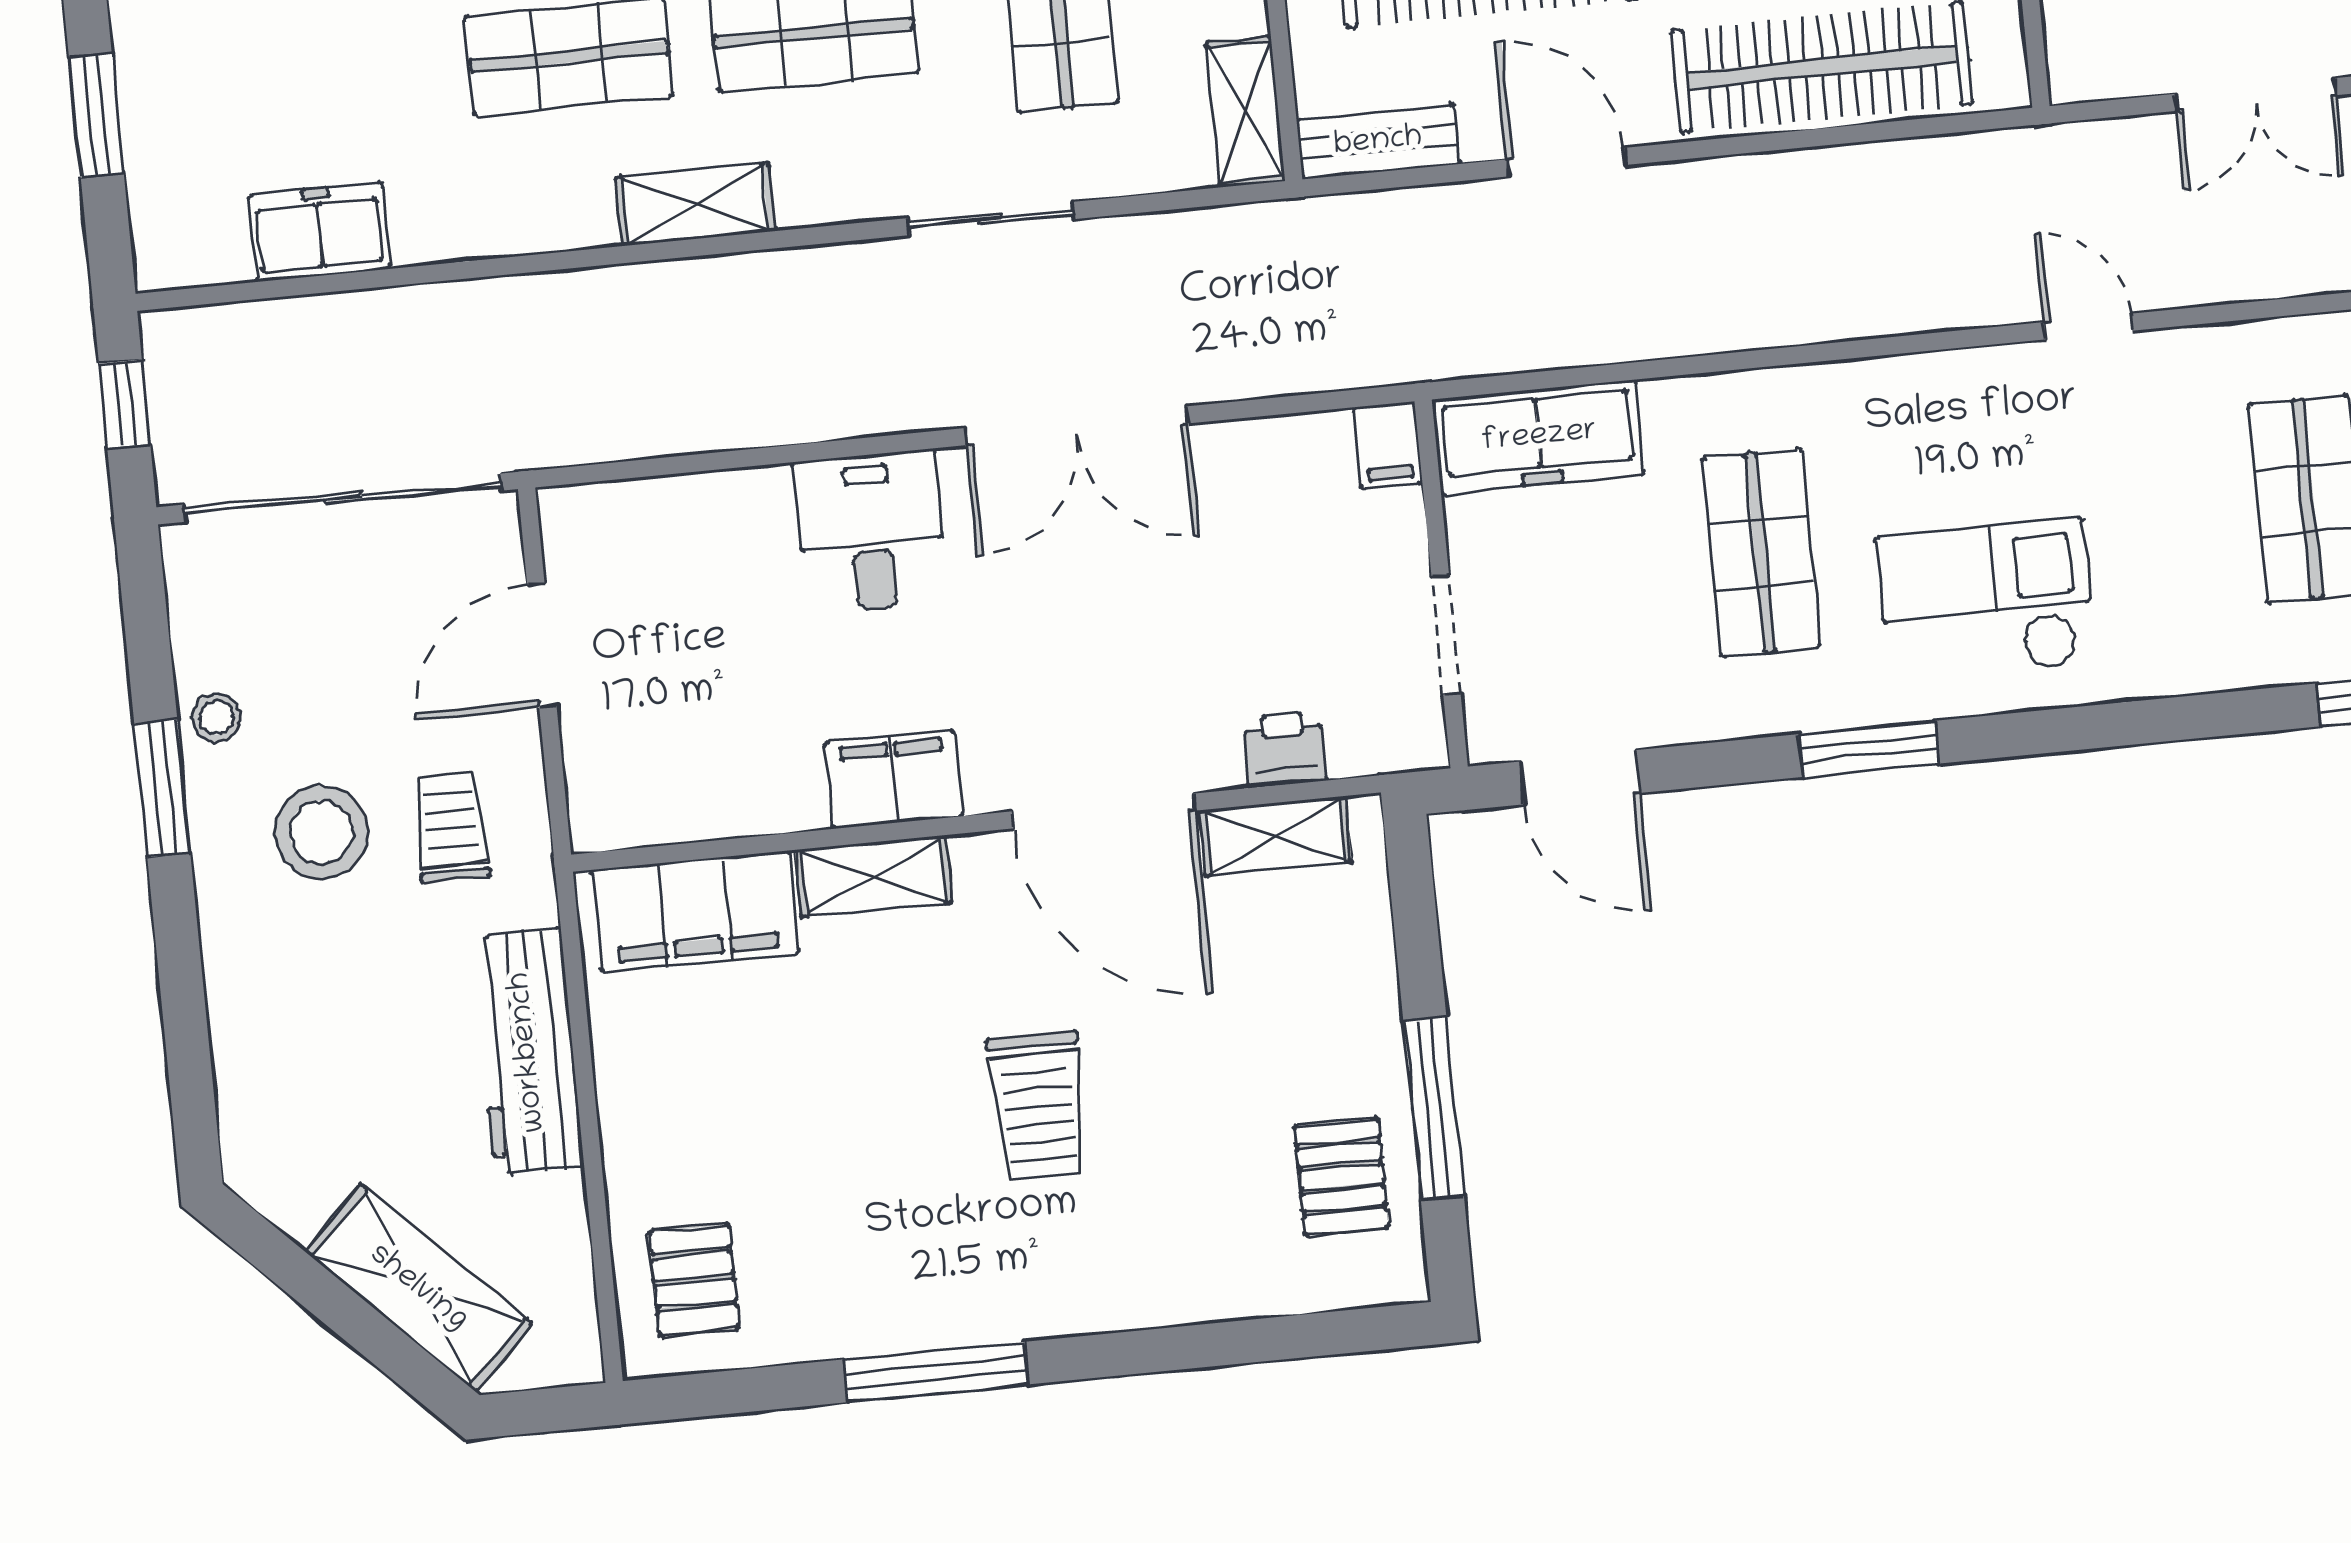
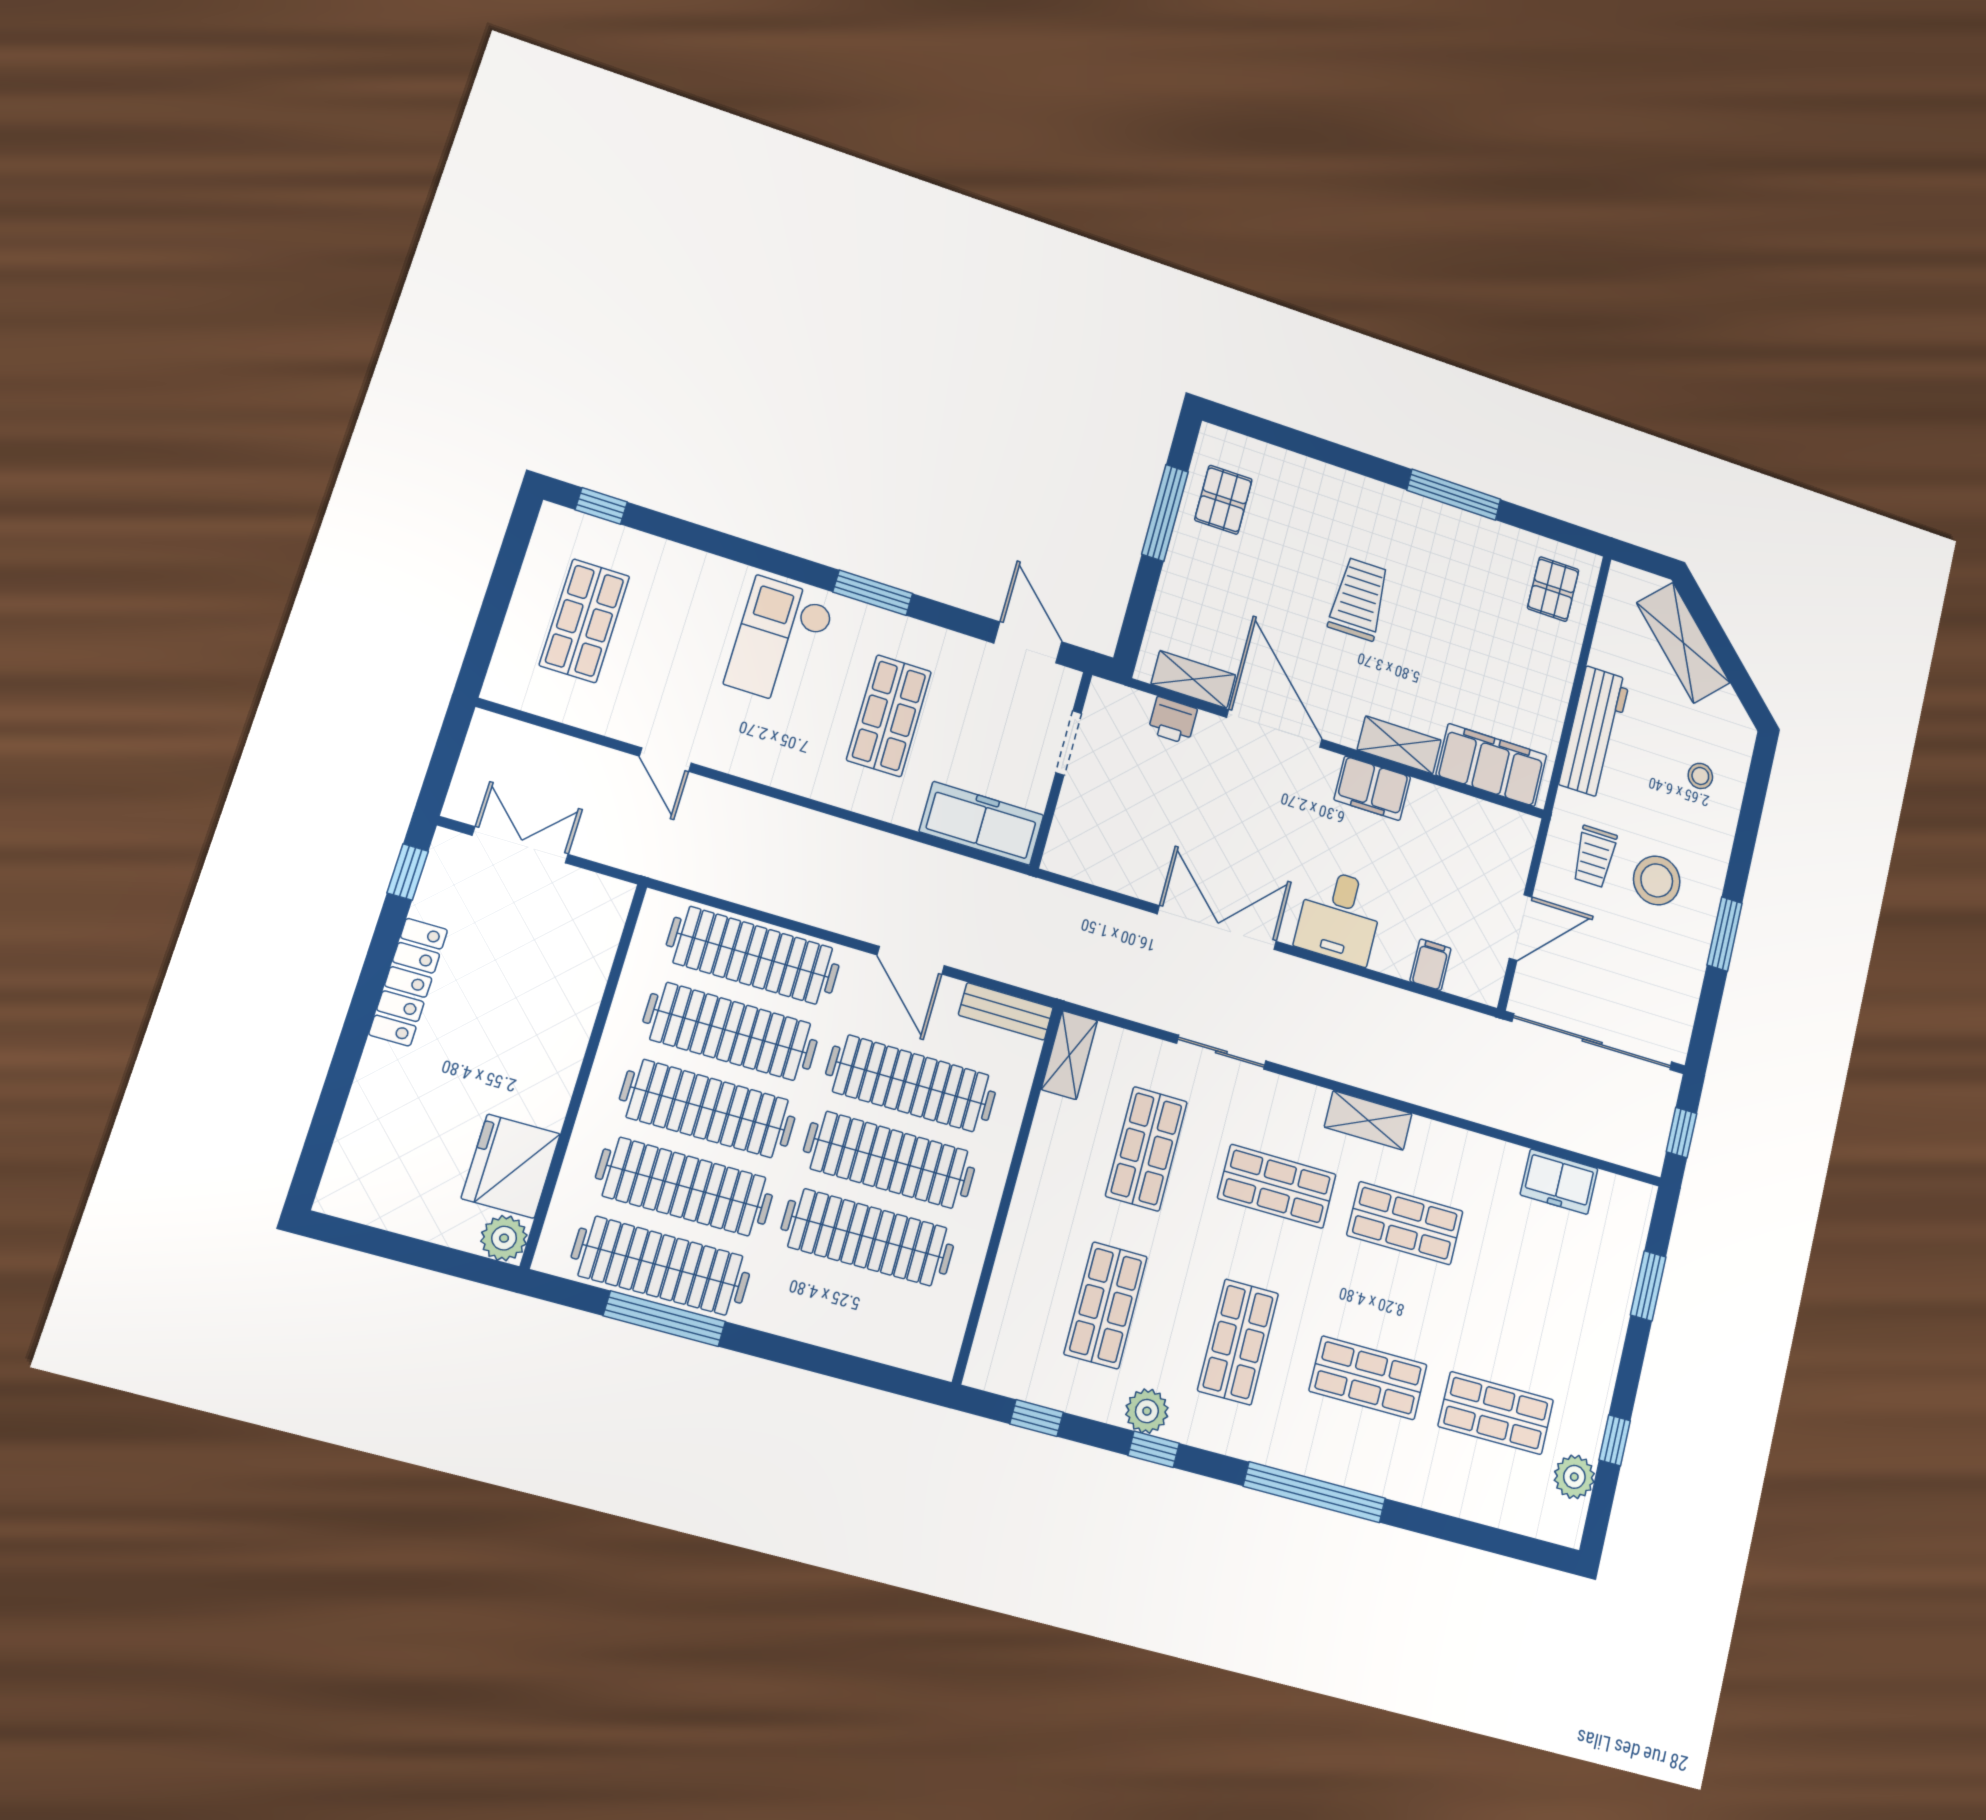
filing cabinet: (1388, 445) -> (1430, 965), moved
checkout: (1985, 600) -> (780, 642), turned 90
stool: (216, 718) -> (1700, 776), moved

